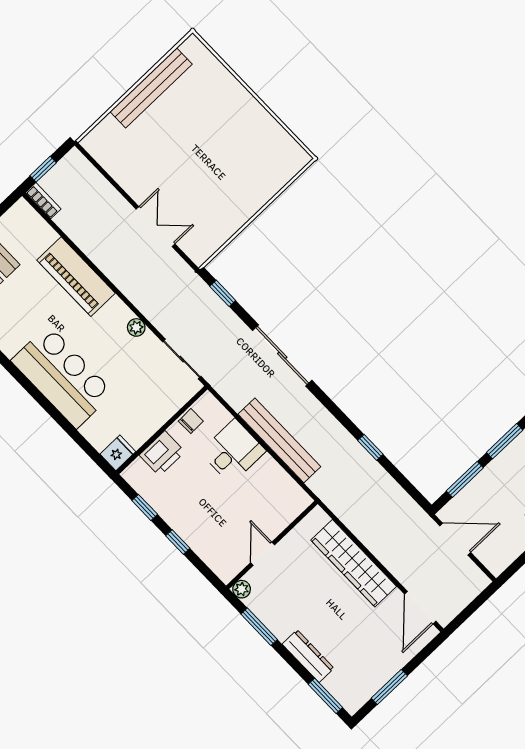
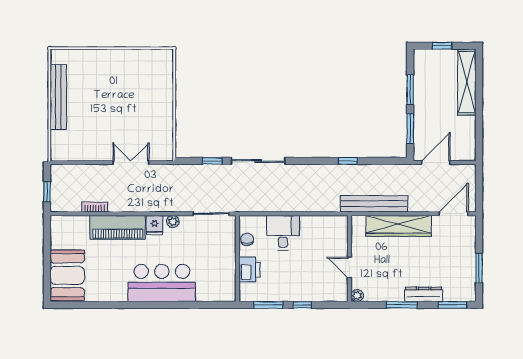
bookcase: (43, 201) -> (95, 207), moved
window: (223, 293) -> (212, 161), moved
bench: (279, 440) -> (374, 204), moved
fridge: (118, 453) -> (155, 225), moved, turned 180
window: (145, 507) -> (268, 305), width x1.50
door: (420, 608) -> (454, 214), swing flipped
window: (259, 627) -> (402, 305), moved

